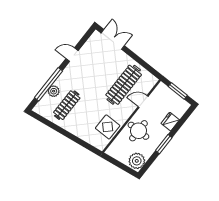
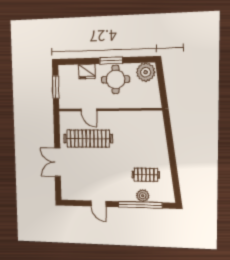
double door: (113, 39) -> (57, 162), moved
clothes rail: (67, 105) -> (146, 175), width x0.73
display table: (108, 127) -> (136, 123), removed
round table: (138, 131) -> (116, 79), moved

